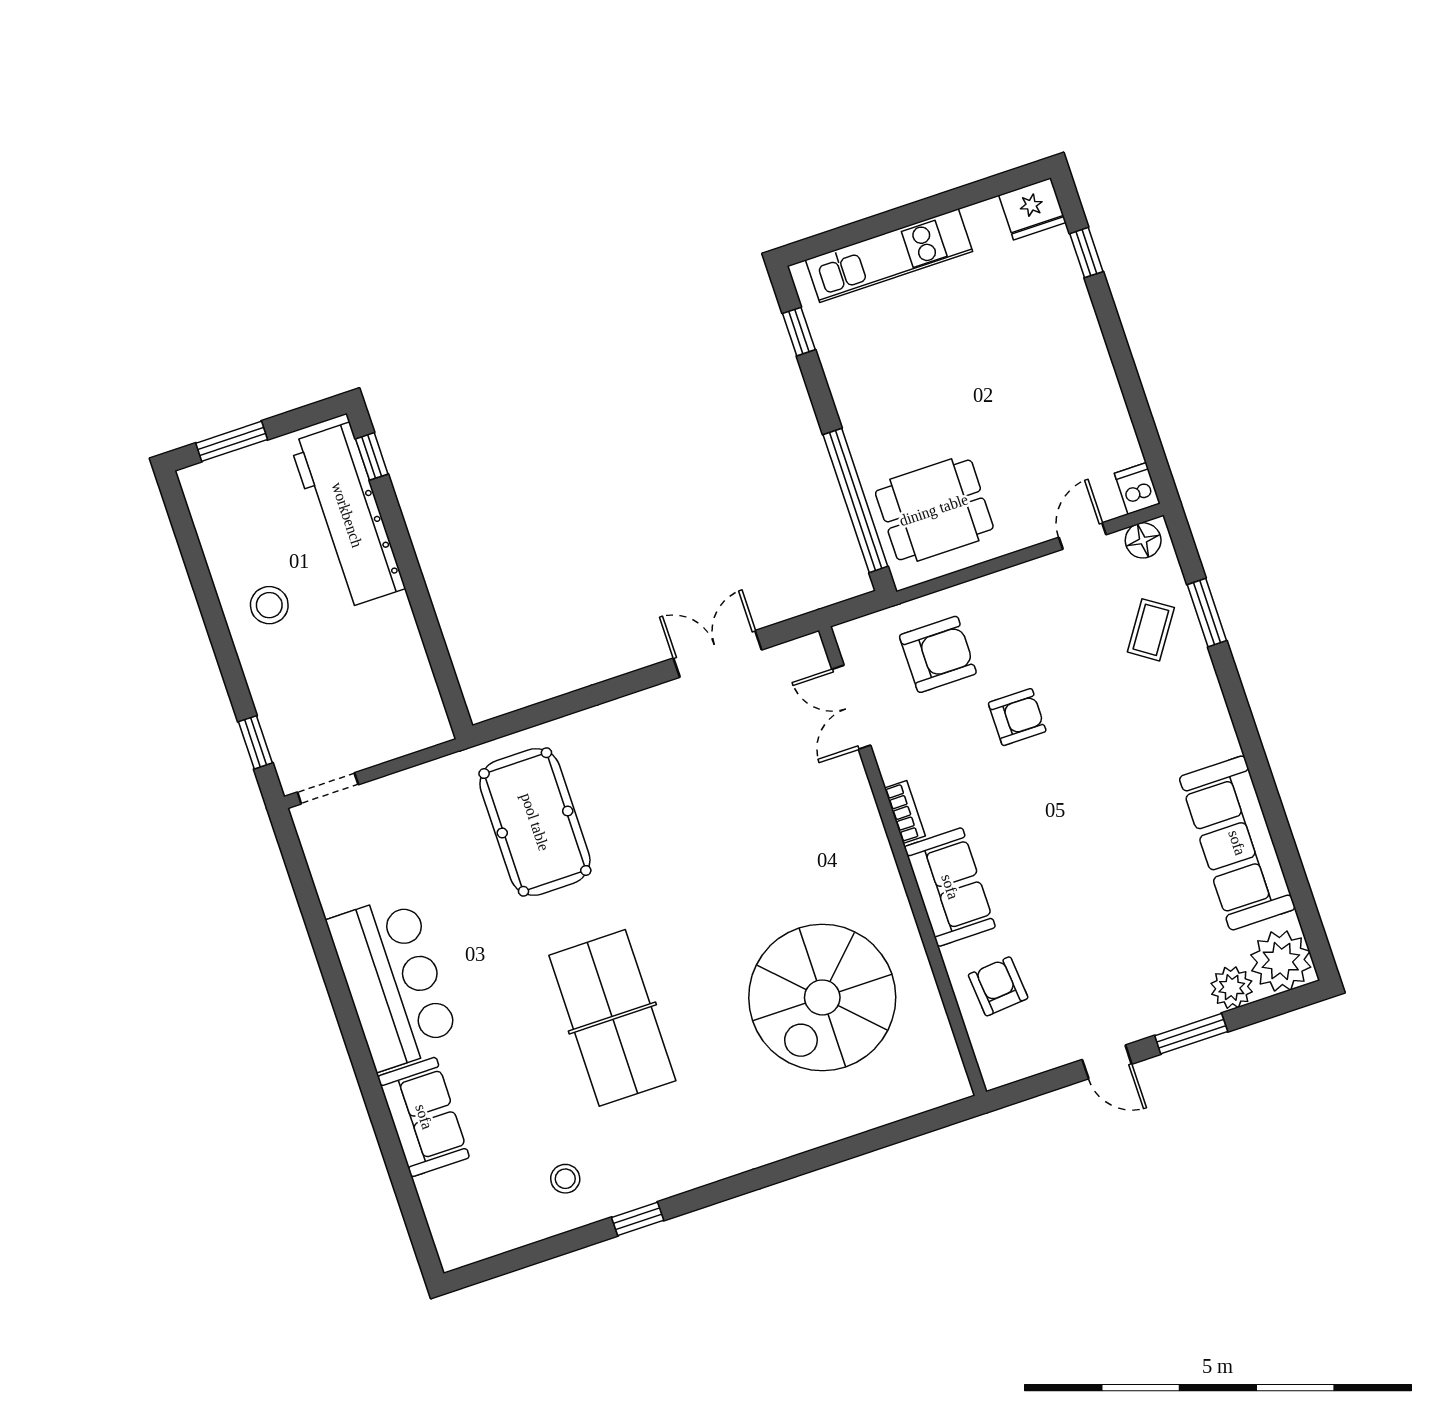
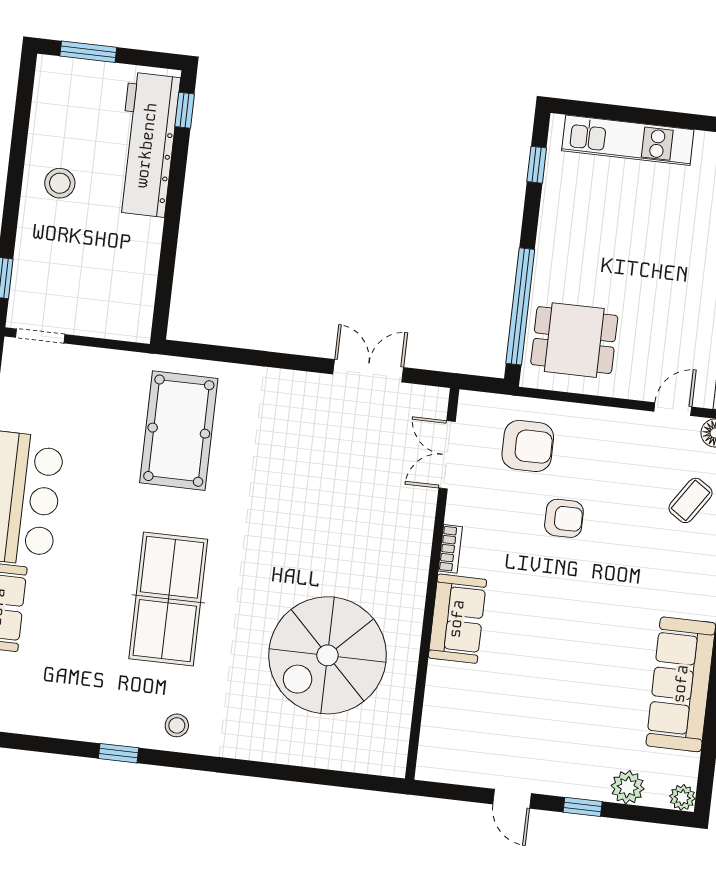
plant: (1281, 961) -> (682, 797), width x0.53, depth x0.53
armchair: (998, 986) -> (459, 707), removed
window: (1191, 1034) -> (583, 807), width x0.67
stool: (565, 1179) -> (177, 725), moved

